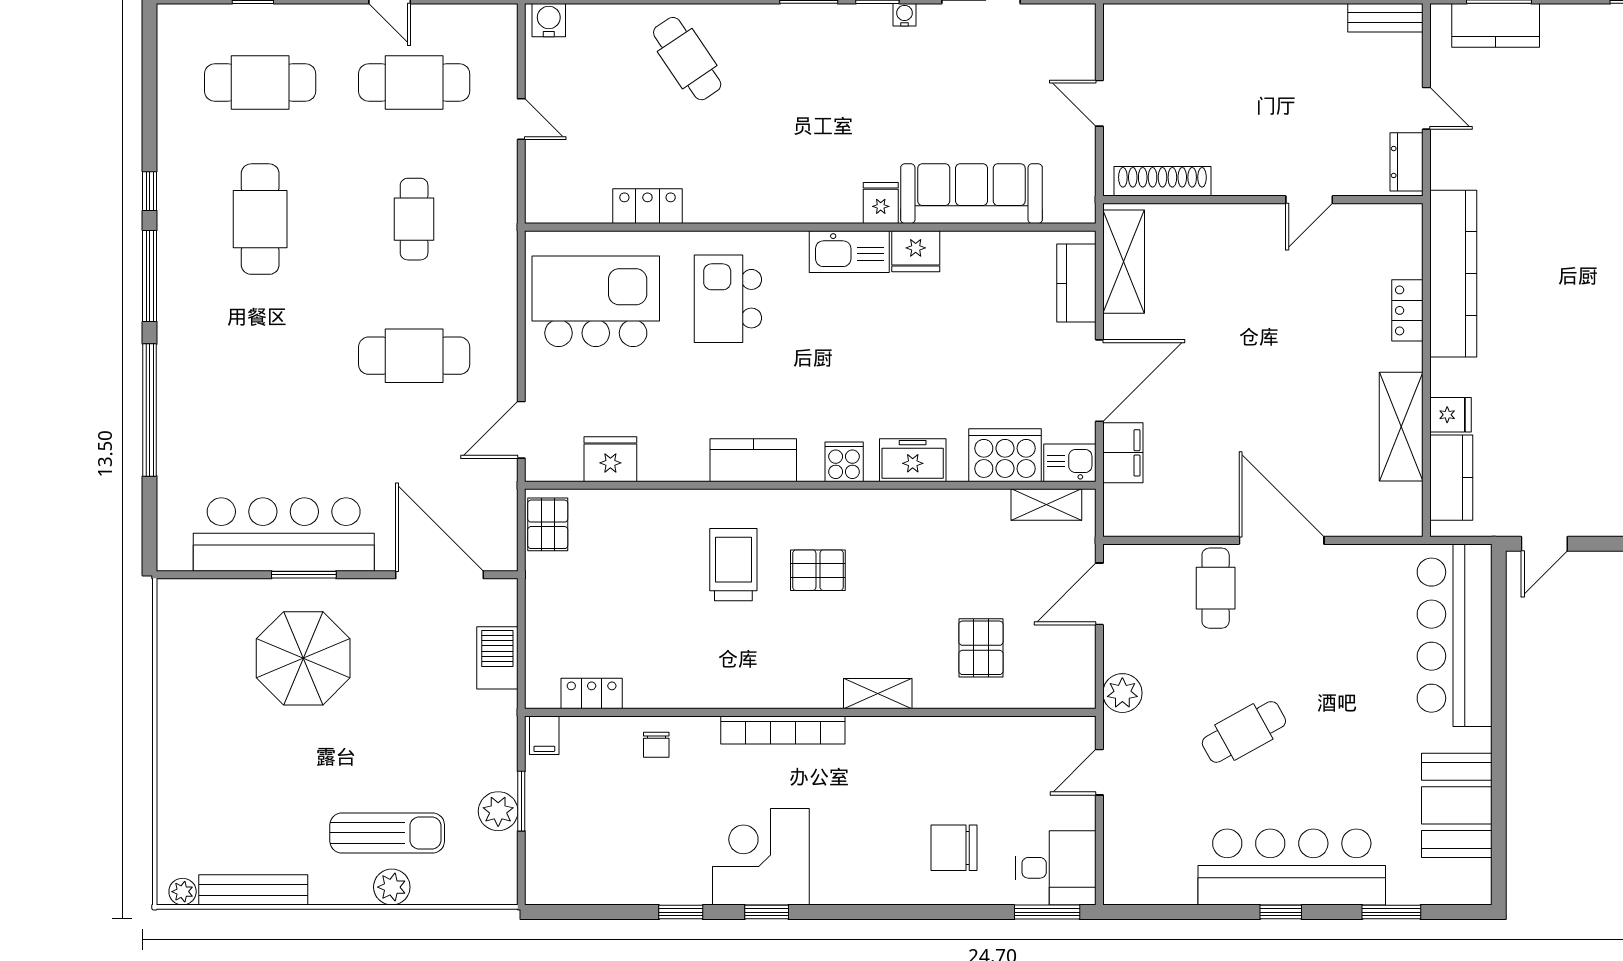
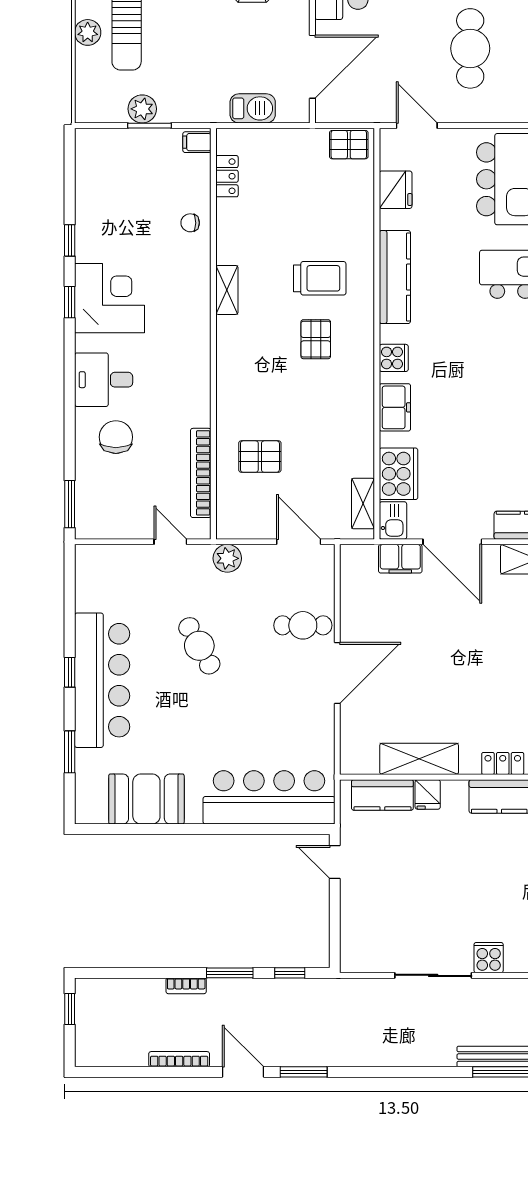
kitchen counter: (753, 460) -> (395, 277), width x1.50
shelving: (878, 694) -> (227, 290), moved
bookcase: (783, 730) -> (201, 473), moved
desk: (1056, 868) -> (104, 380), moved, turned 90

